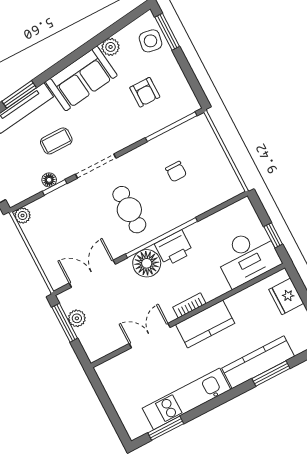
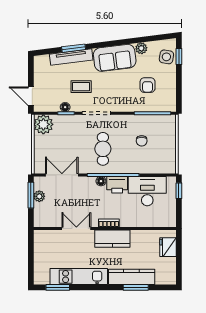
window: (167, 32) -> (179, 57), width x0.67
plant: (23, 215) -> (43, 124), width x1.87, depth x1.87
window: (273, 235) -> (179, 191), moved
desk: (247, 257) -> (147, 191), moved, turned 180
floor lamp: (147, 263) -> (101, 181), width x0.53, depth x0.53

